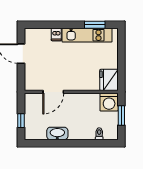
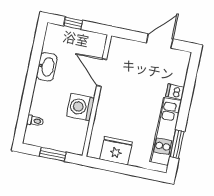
fridge: (109, 80) -> (116, 151), moved
washing machine: (109, 102) -> (81, 107), moved

